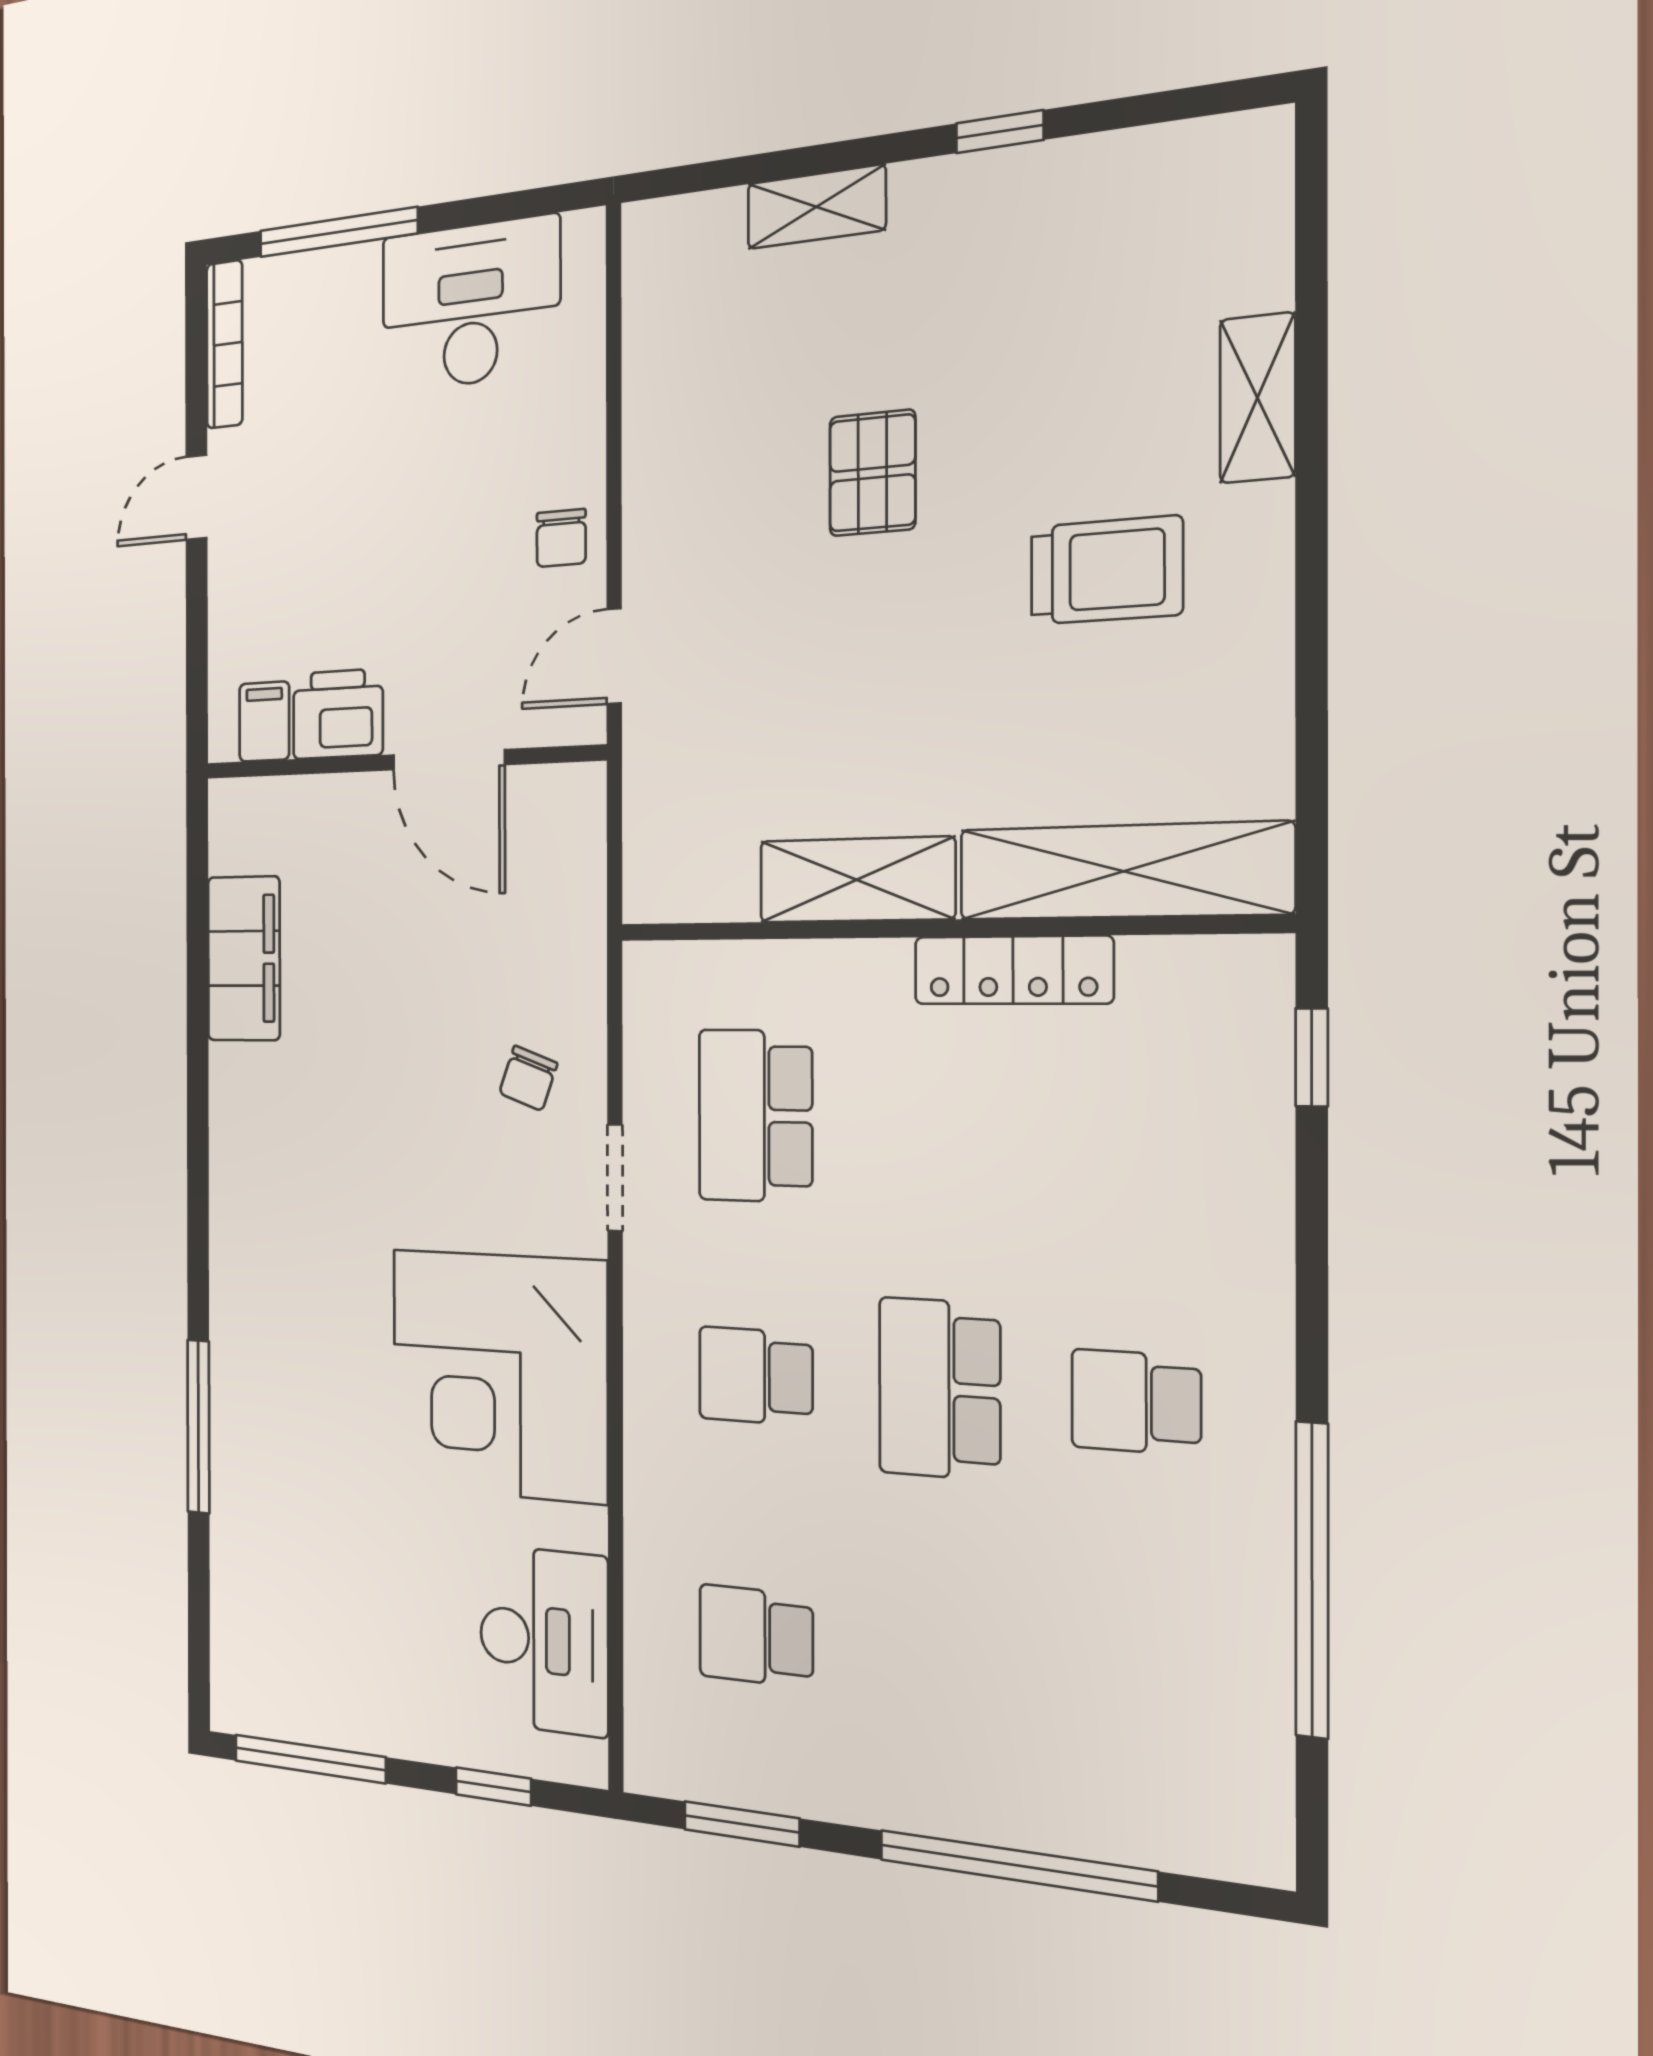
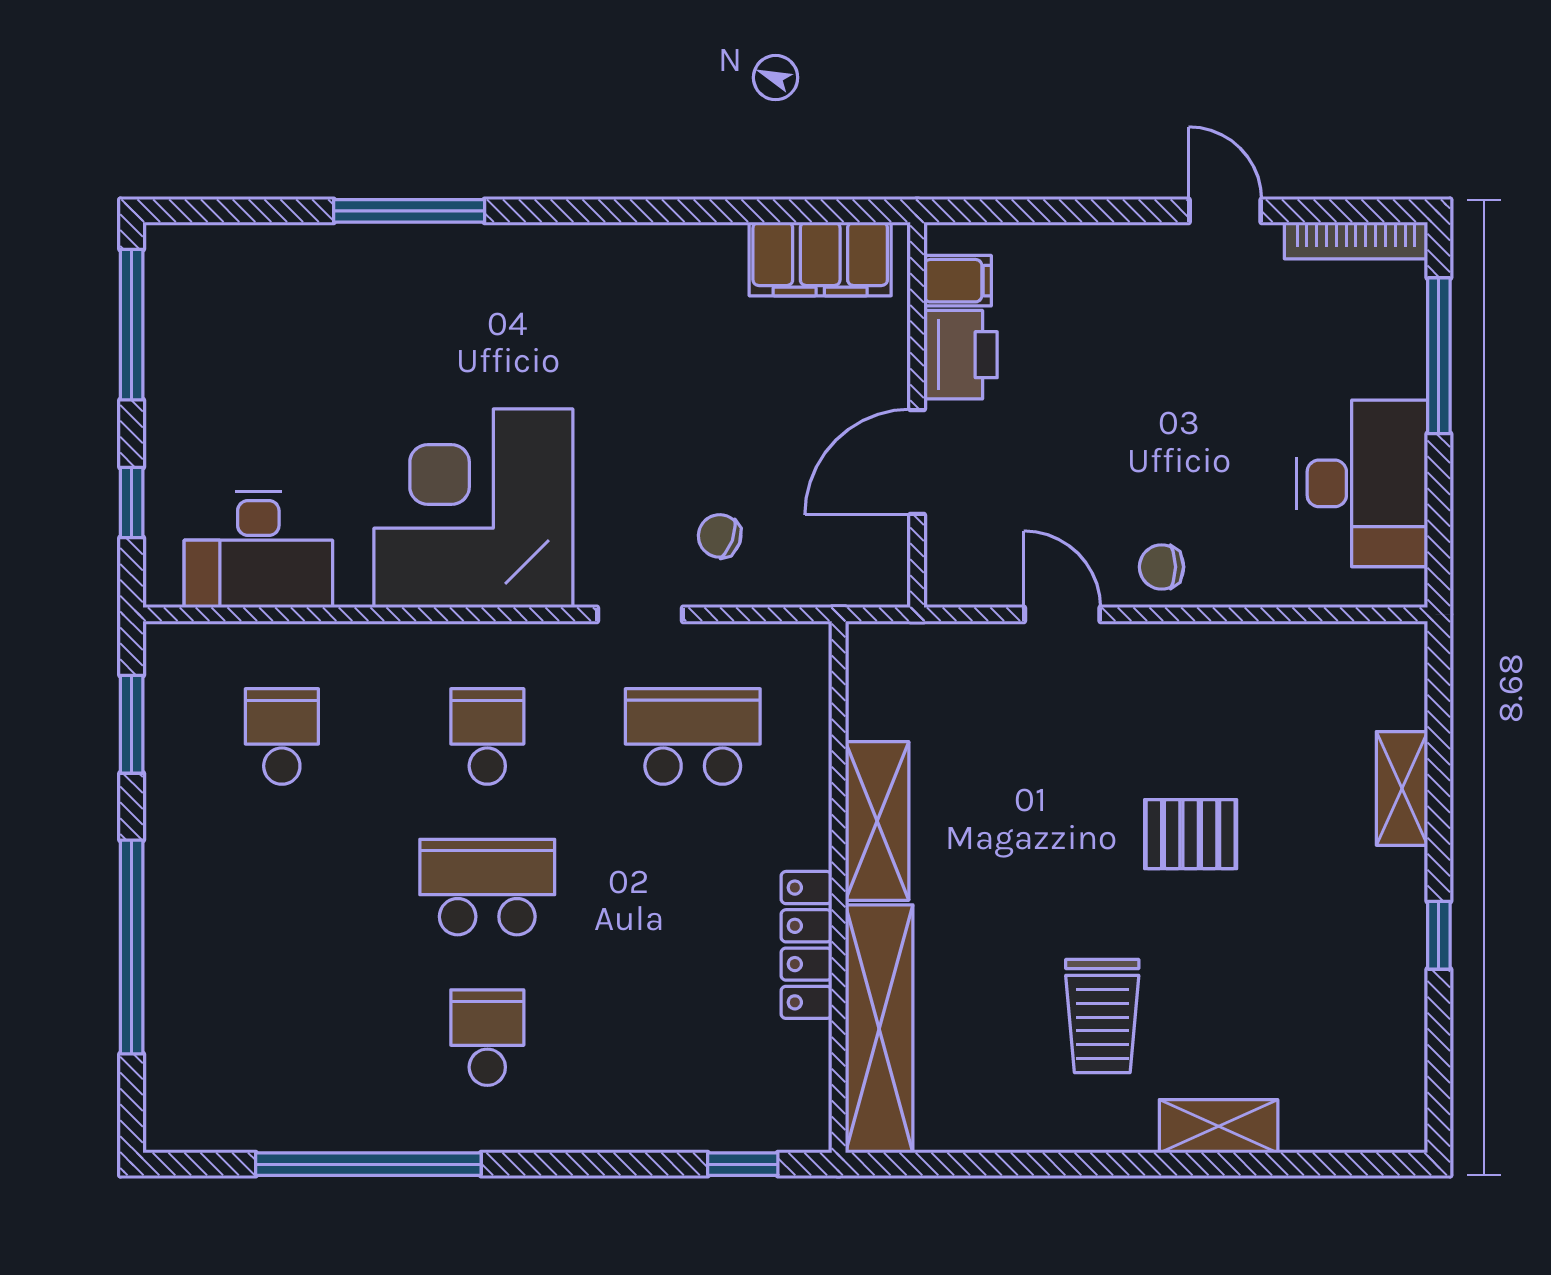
printer: (338, 714) -> (961, 355), moved
filing cabinet: (264, 722) -> (958, 281), moved
door: (449, 760) -> (917, 462), moved
wall: (400, 762) -> (917, 415), moved

